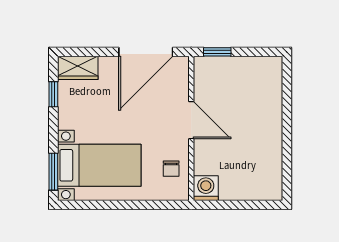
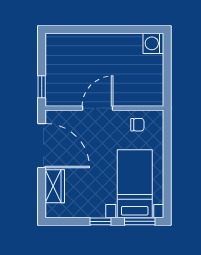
wardrobe: (78, 68) -> (55, 186), moved
window: (53, 94) -> (100, 221), moved
washing machine: (206, 188) -> (153, 43), moved

